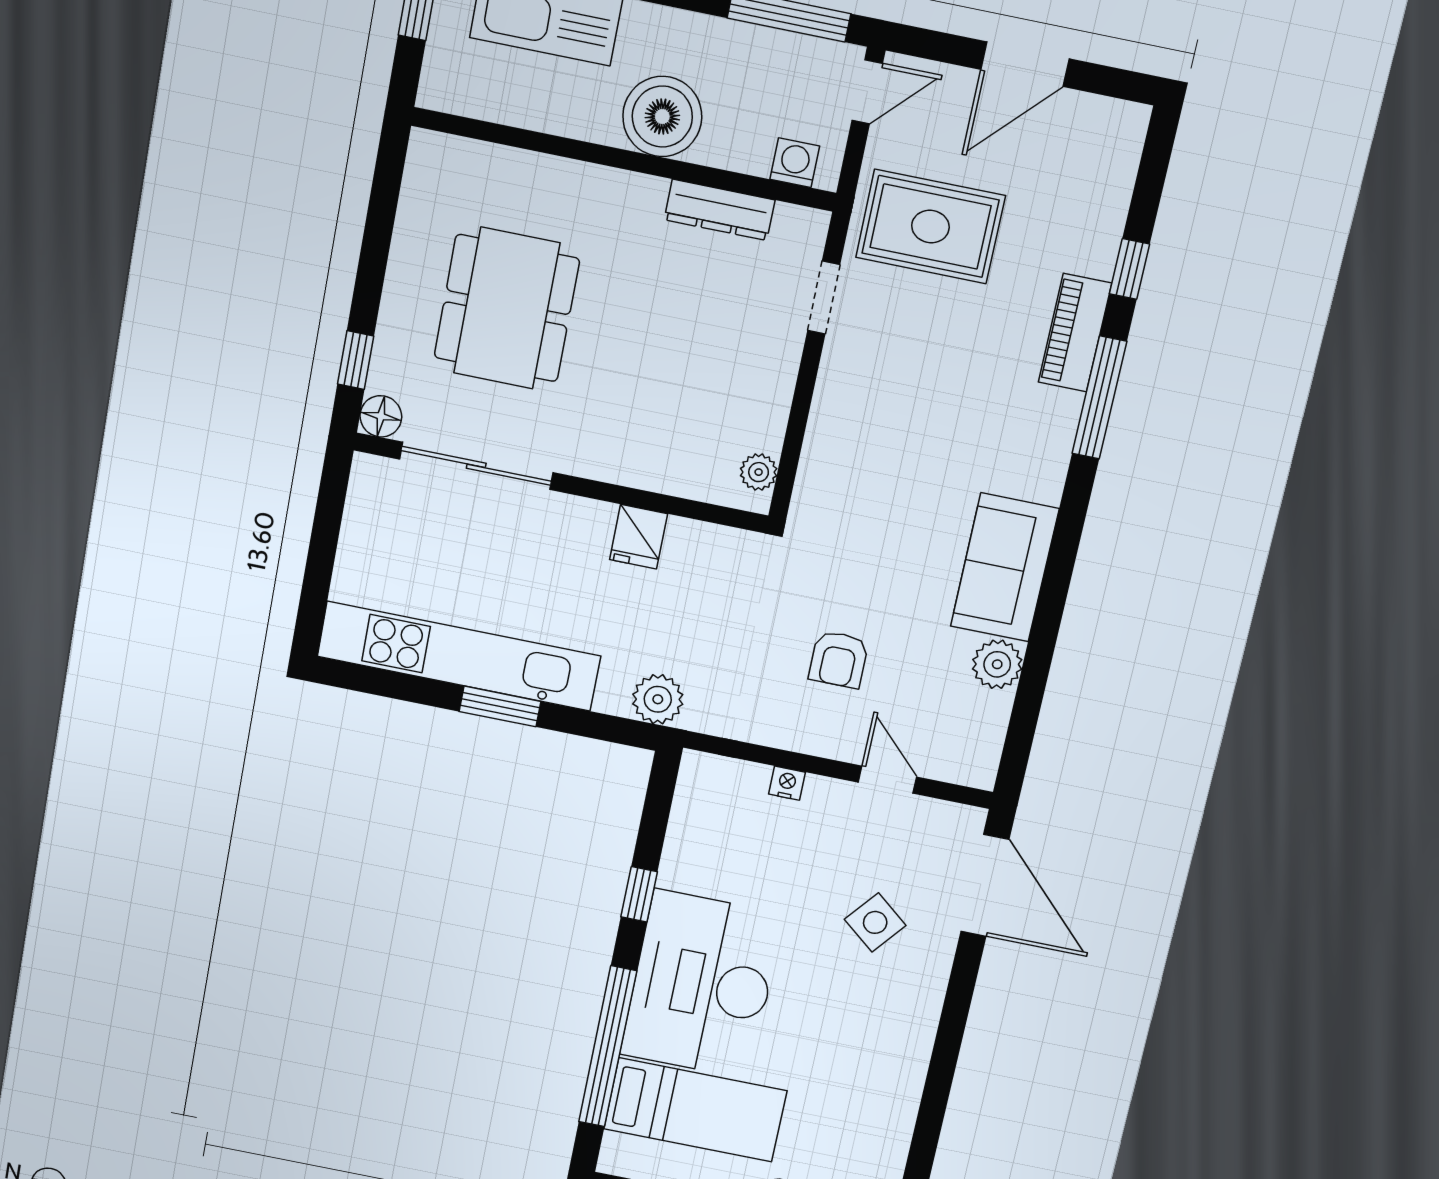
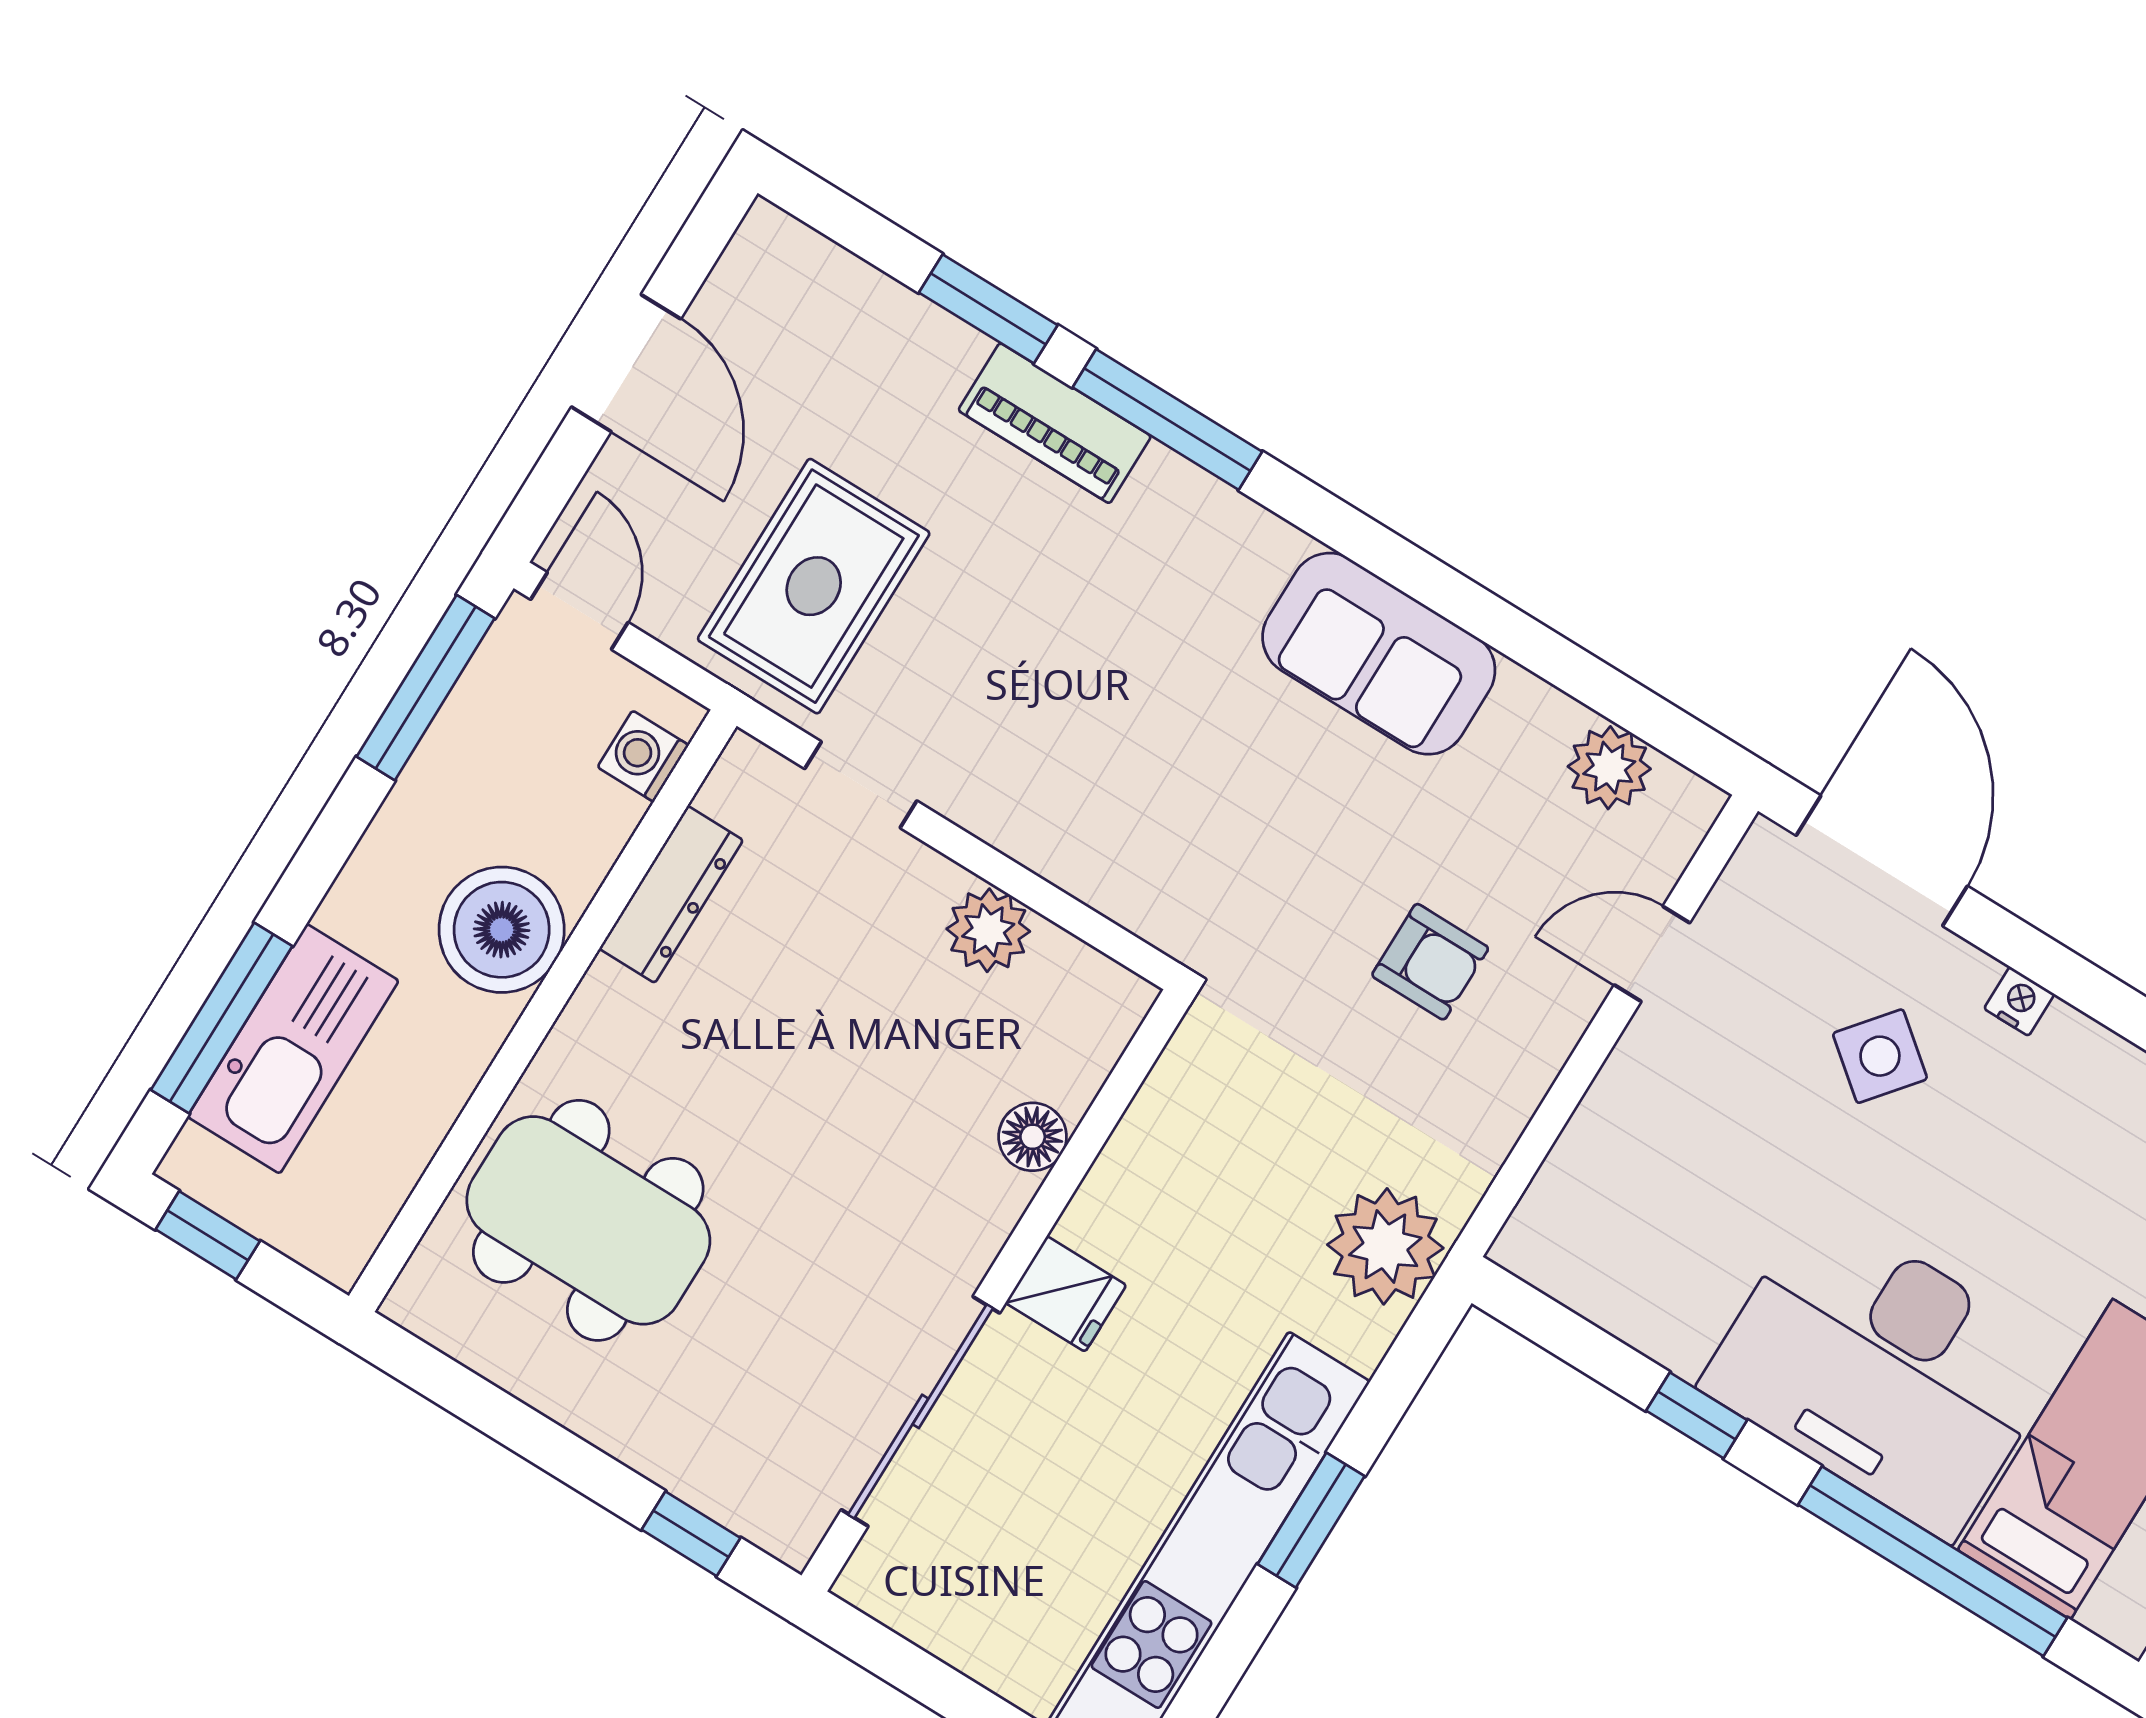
window: (1130, 269) -> (988, 309), width x1.50
dining table: (507, 308) -> (588, 1220), moved
floor lamp: (381, 416) -> (1033, 1137), moved
plant: (759, 472) -> (988, 930), moved, width x1.38, depth x1.38
fridge: (638, 537) -> (1066, 1294), moved
plant: (997, 664) -> (1609, 768), moved
plant: (658, 699) -> (1385, 1246), width x1.36, depth x1.36
nightstand: (787, 783) -> (2019, 1001), moved, turned 90
door: (985, 885) -> (1882, 861), hinge flipped

